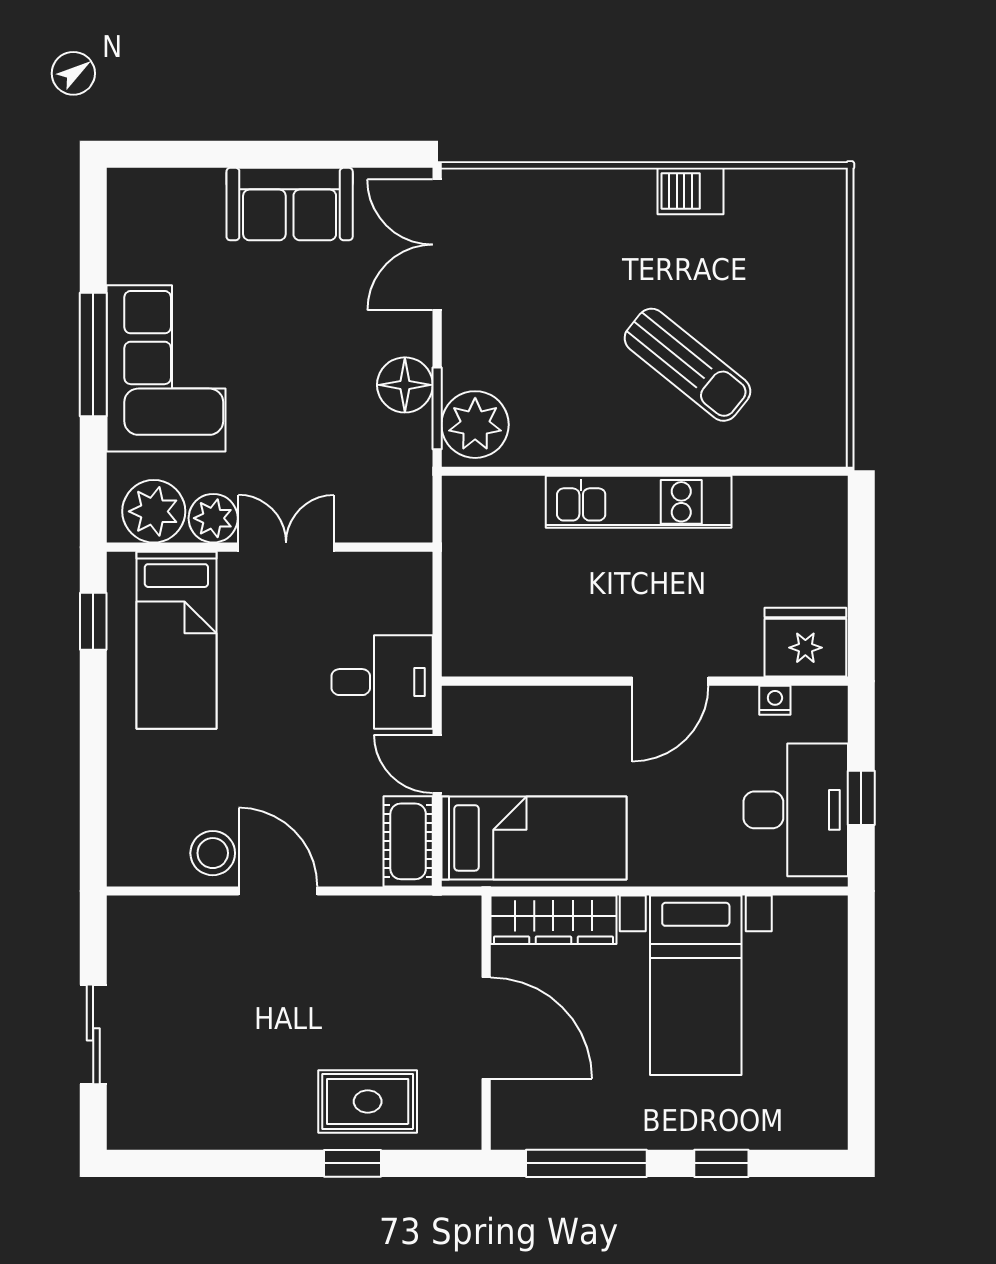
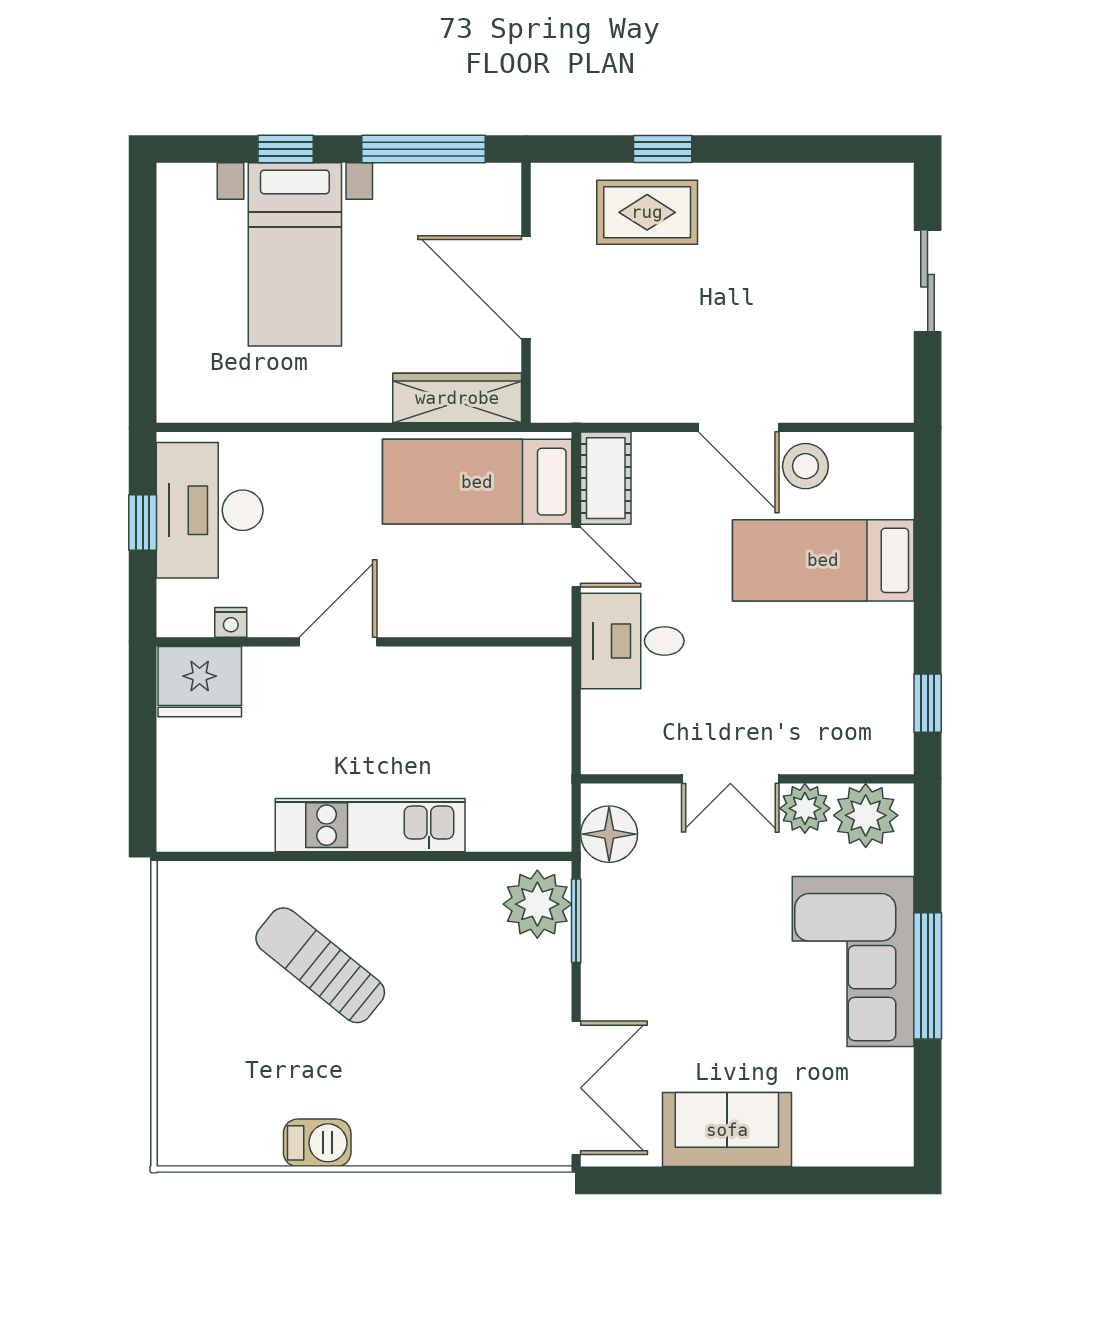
floor lamp: (405, 385) -> (609, 834), moved
bed: (176, 640) -> (823, 560), moved, turned -90
bed with nightstands: (696, 985) -> (295, 254), moved, turned 180

